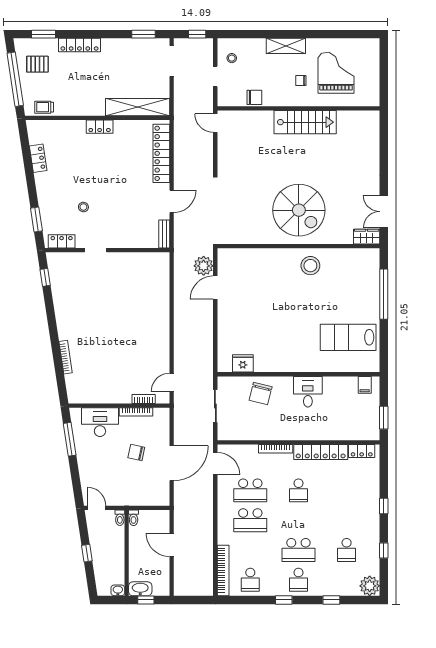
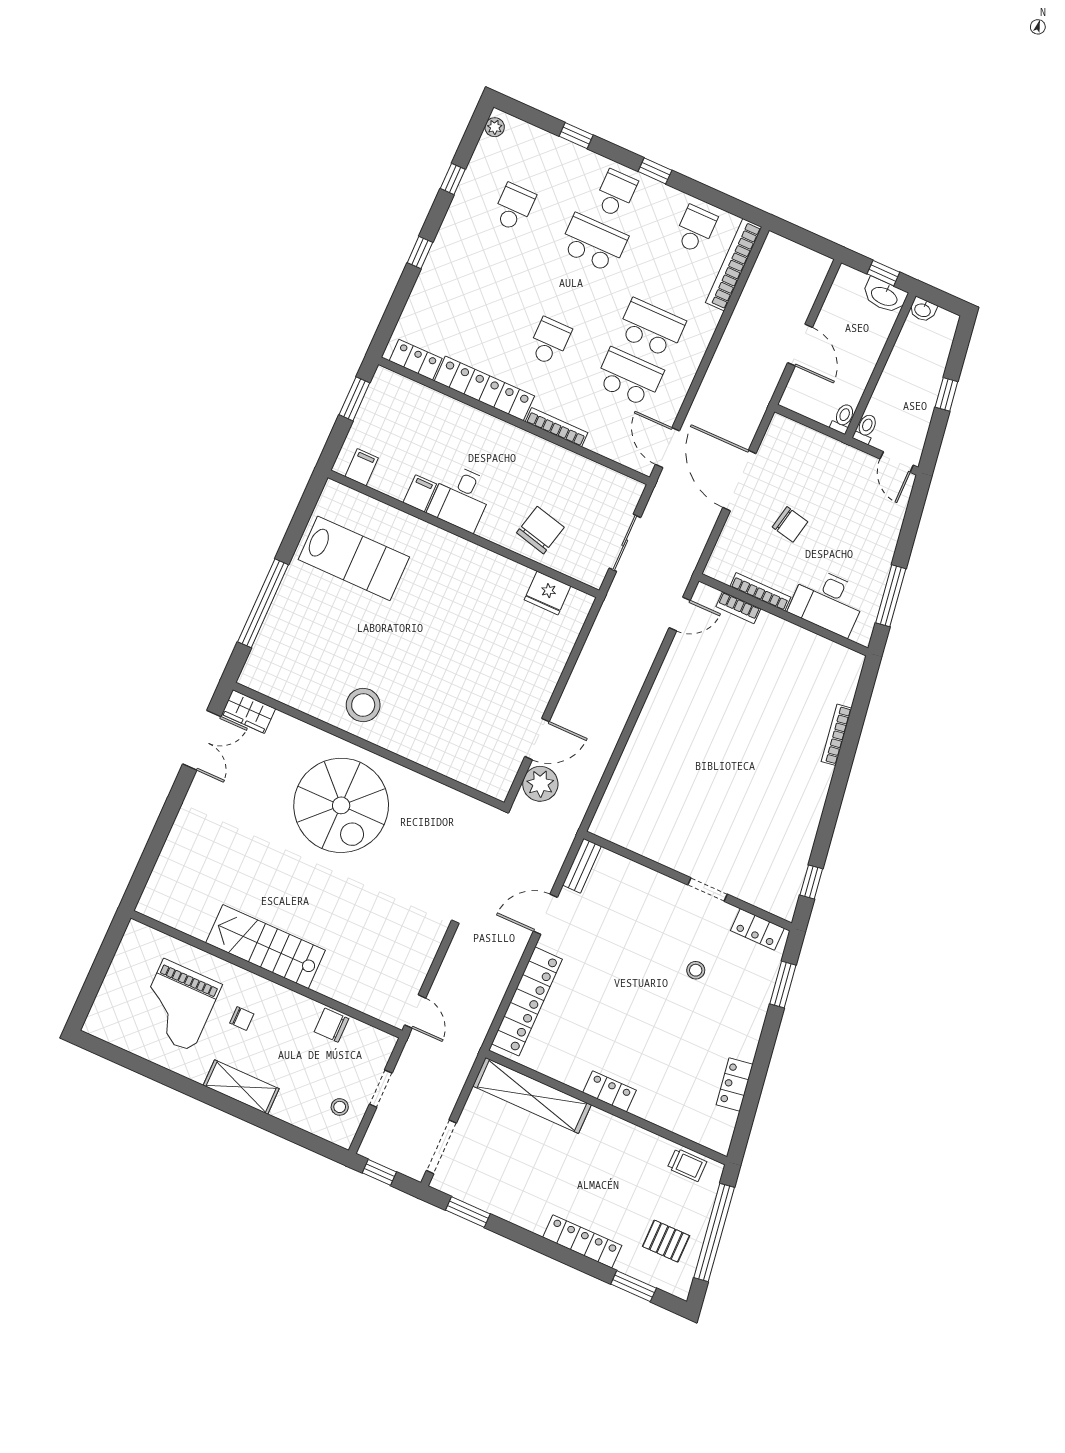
spiral stairs: (299, 210) -> (341, 805), turned 180
filing cabinet: (330, 385) -> (420, 493), added
door: (172, 463) -> (739, 480), hinge flipped
plant: (370, 586) -> (495, 127), width x0.53, depth x0.53

